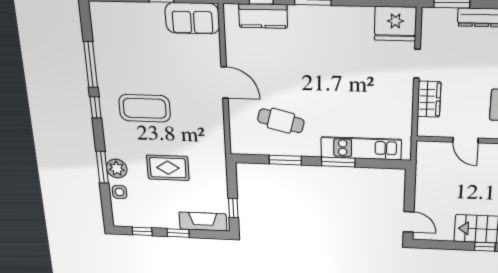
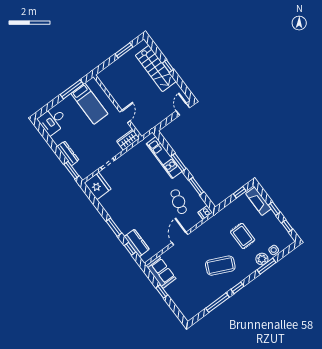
wardrobe: (429, 99) -> (128, 140), moved
coffee table: (145, 108) -> (220, 266), turned -65
dishwasher: (238, 144) -> (205, 212), added

